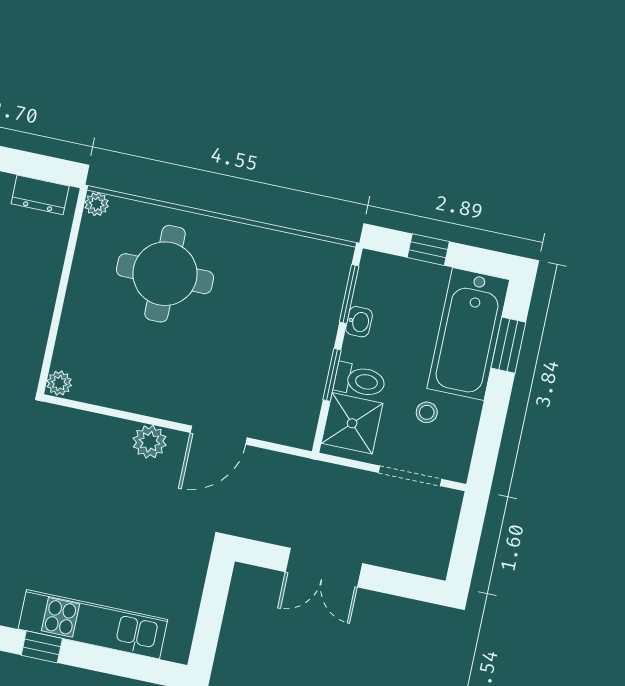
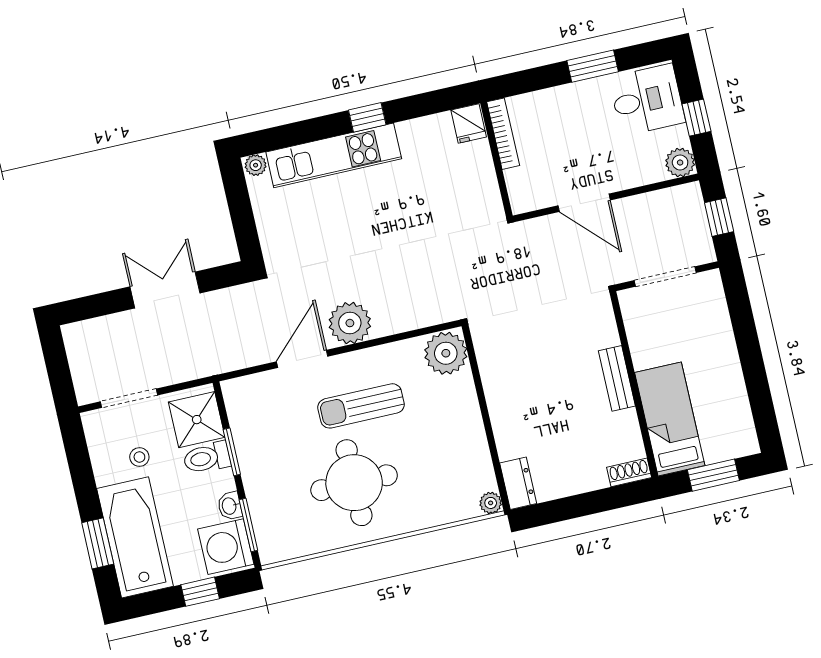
dresser: (40, 195) -> (518, 483), moved, turned 90
round table: (165, 274) -> (354, 483), moved
washing machine: (382, 283) -> (226, 547), added
sun lounger: (181, 361) -> (361, 406), added
plant: (59, 383) -> (446, 353), width x1.88, depth x1.88
plant: (150, 442) -> (350, 323), width x1.36, depth x1.36
plant: (176, 651) -> (256, 165), added

